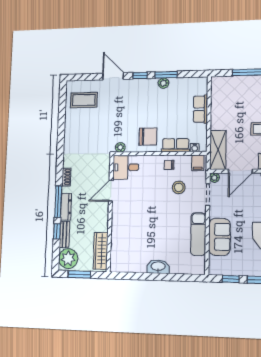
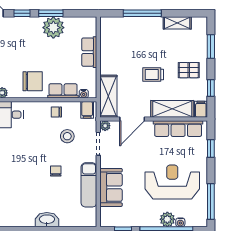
plant: (163, 83) -> (53, 28), width x1.87, depth x1.87
chair: (167, 220) -> (56, 171), added

